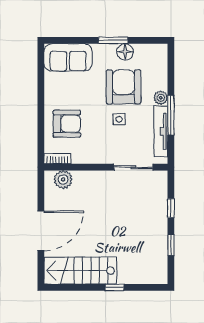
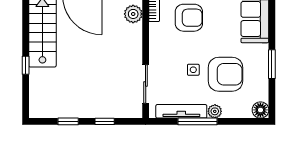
floor lamp: (125, 52) -> (260, 110), moved
armchair: (67, 124) -> (189, 18), turned -90

